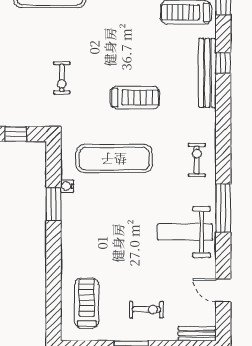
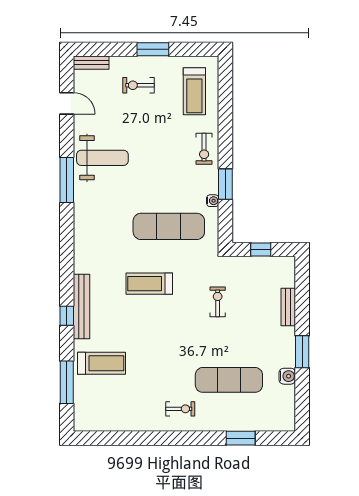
exercise bike: (197, 160) -> (204, 149), moved

